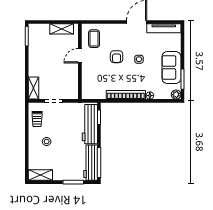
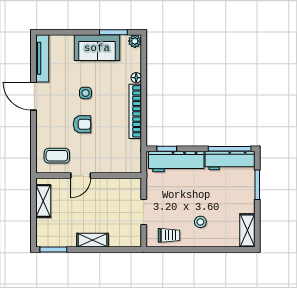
door: (80, 56) -> (81, 176), hinge flipped
shelving: (34, 88) -> (92, 240), moved

